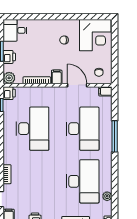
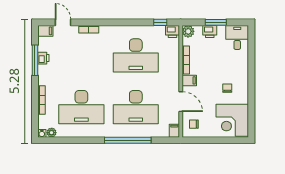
door: (77, 85) -> (181, 102), hinge flipped
window: (115, 136) -> (128, 140), width x1.46
plant: (107, 196) -> (52, 133), moved

